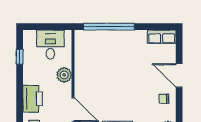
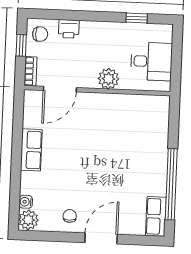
window: (109, 27) -> (171, 184), moved
printer: (33, 99) -> (69, 29), width x0.53, depth x0.68

